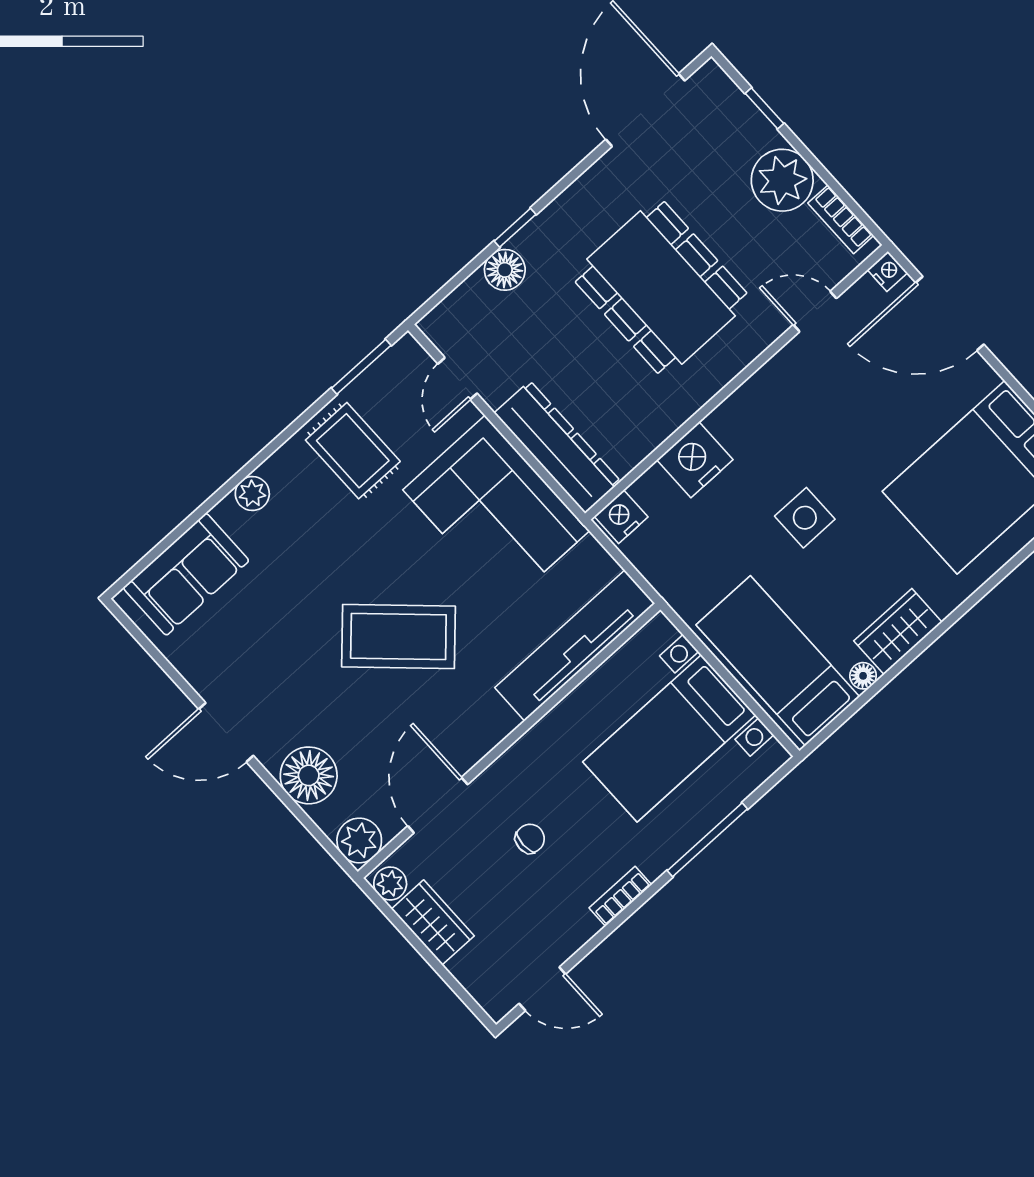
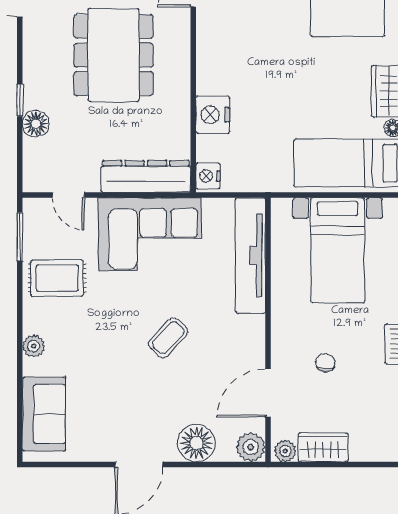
dining table: (661, 287) -> (114, 55), turned 90
side table: (805, 518) -> (290, 87), removed
coffee table: (398, 636) -> (168, 338), width x0.54, depth x0.58
door: (438, 805) -> (268, 393), hinge flipped

